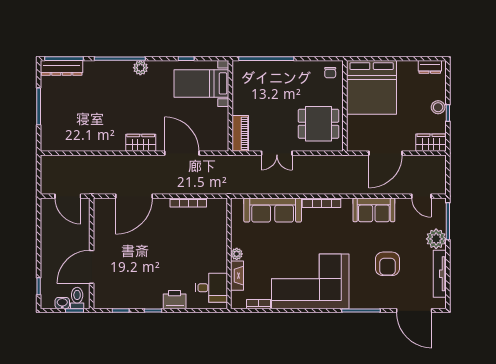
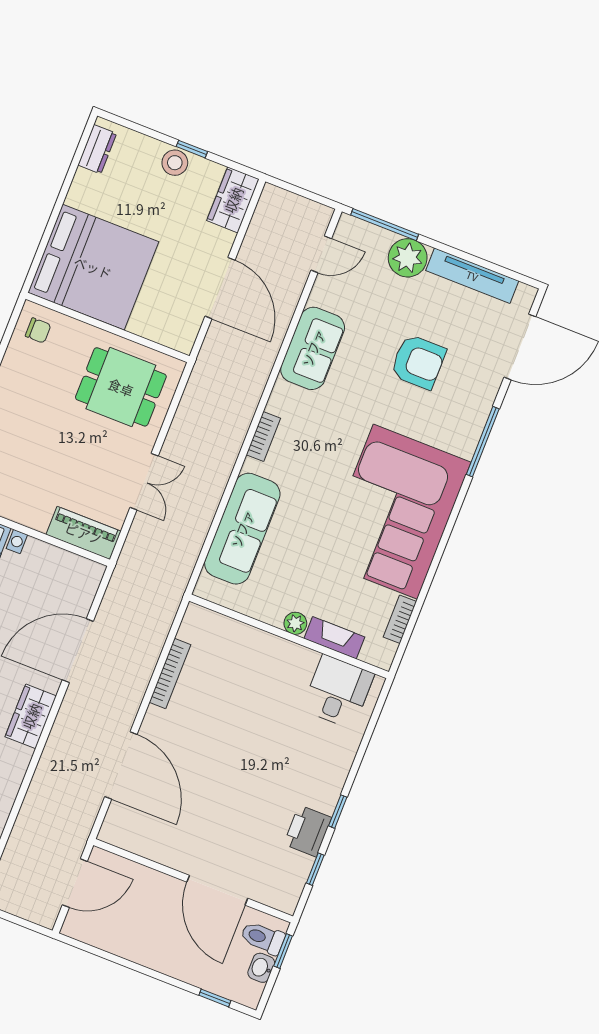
dining table: (318, 124) -> (121, 387), turned 90
bookcase: (322, 203) -> (263, 436), width x0.64
printer: (175, 300) -> (308, 831), moved

